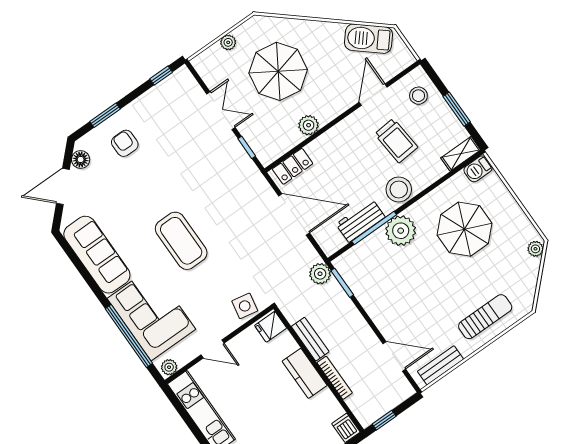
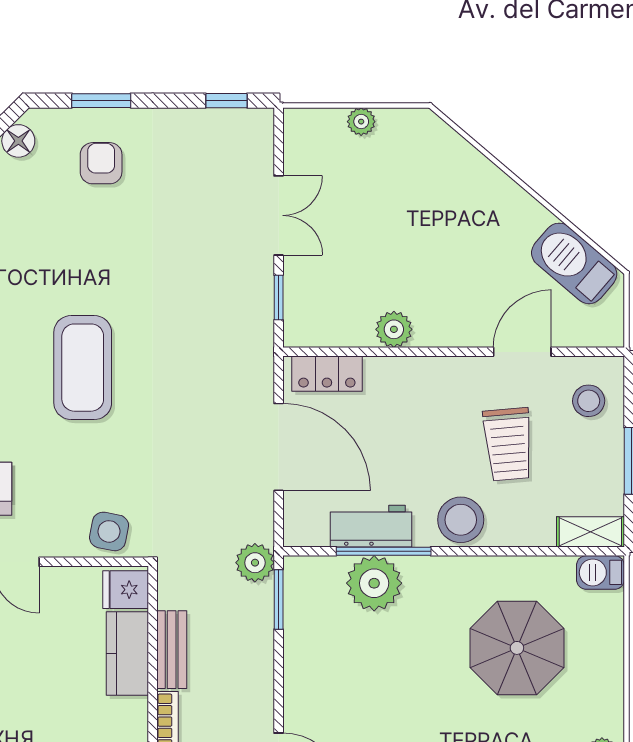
parasol: (278, 71) -> (405, 217), removed
plant: (401, 231) -> (374, 583), moved
kitchen counter: (305, 373) -> (127, 654), moved

